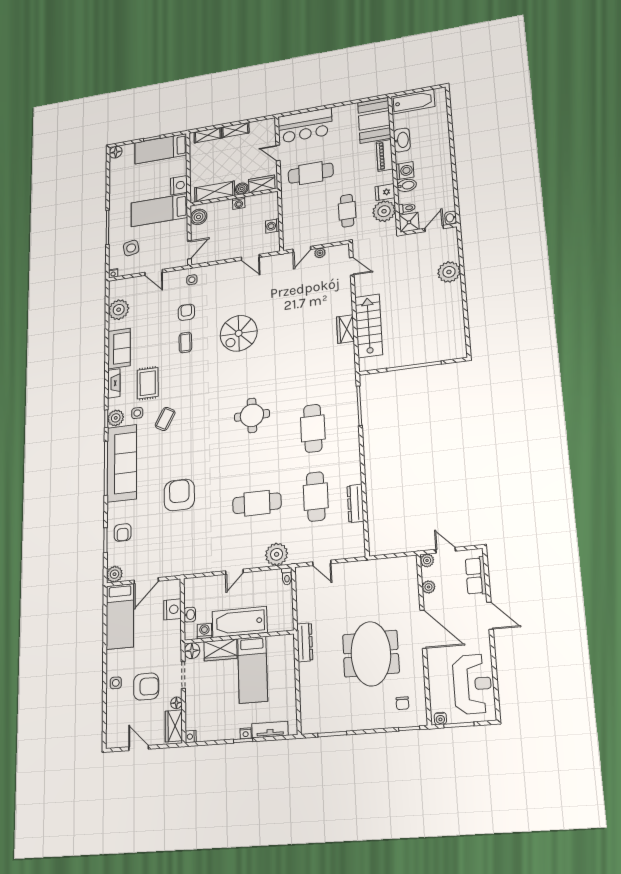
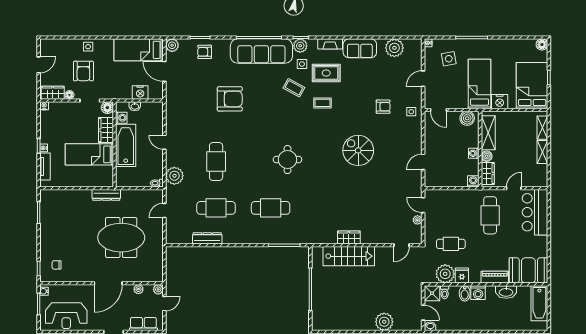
bed: (161, 149) -> (532, 86), width x1.50
washing machine: (272, 226) -> (473, 181), moved
coffee table: (185, 342) -> (322, 103), moved
meeting table: (371, 654) -> (121, 238), moved

